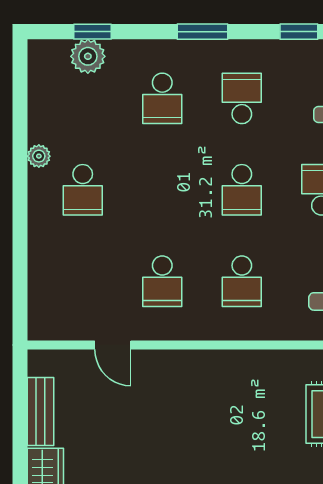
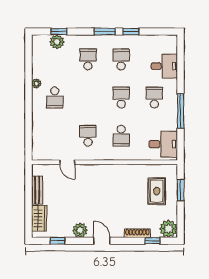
window: (299, 32) -> (131, 32), moved
school desk: (162, 98) -> (88, 59), turned 180
school desk: (242, 190) -> (121, 98), turned 180
school desk: (162, 281) -> (88, 136), turned 180

